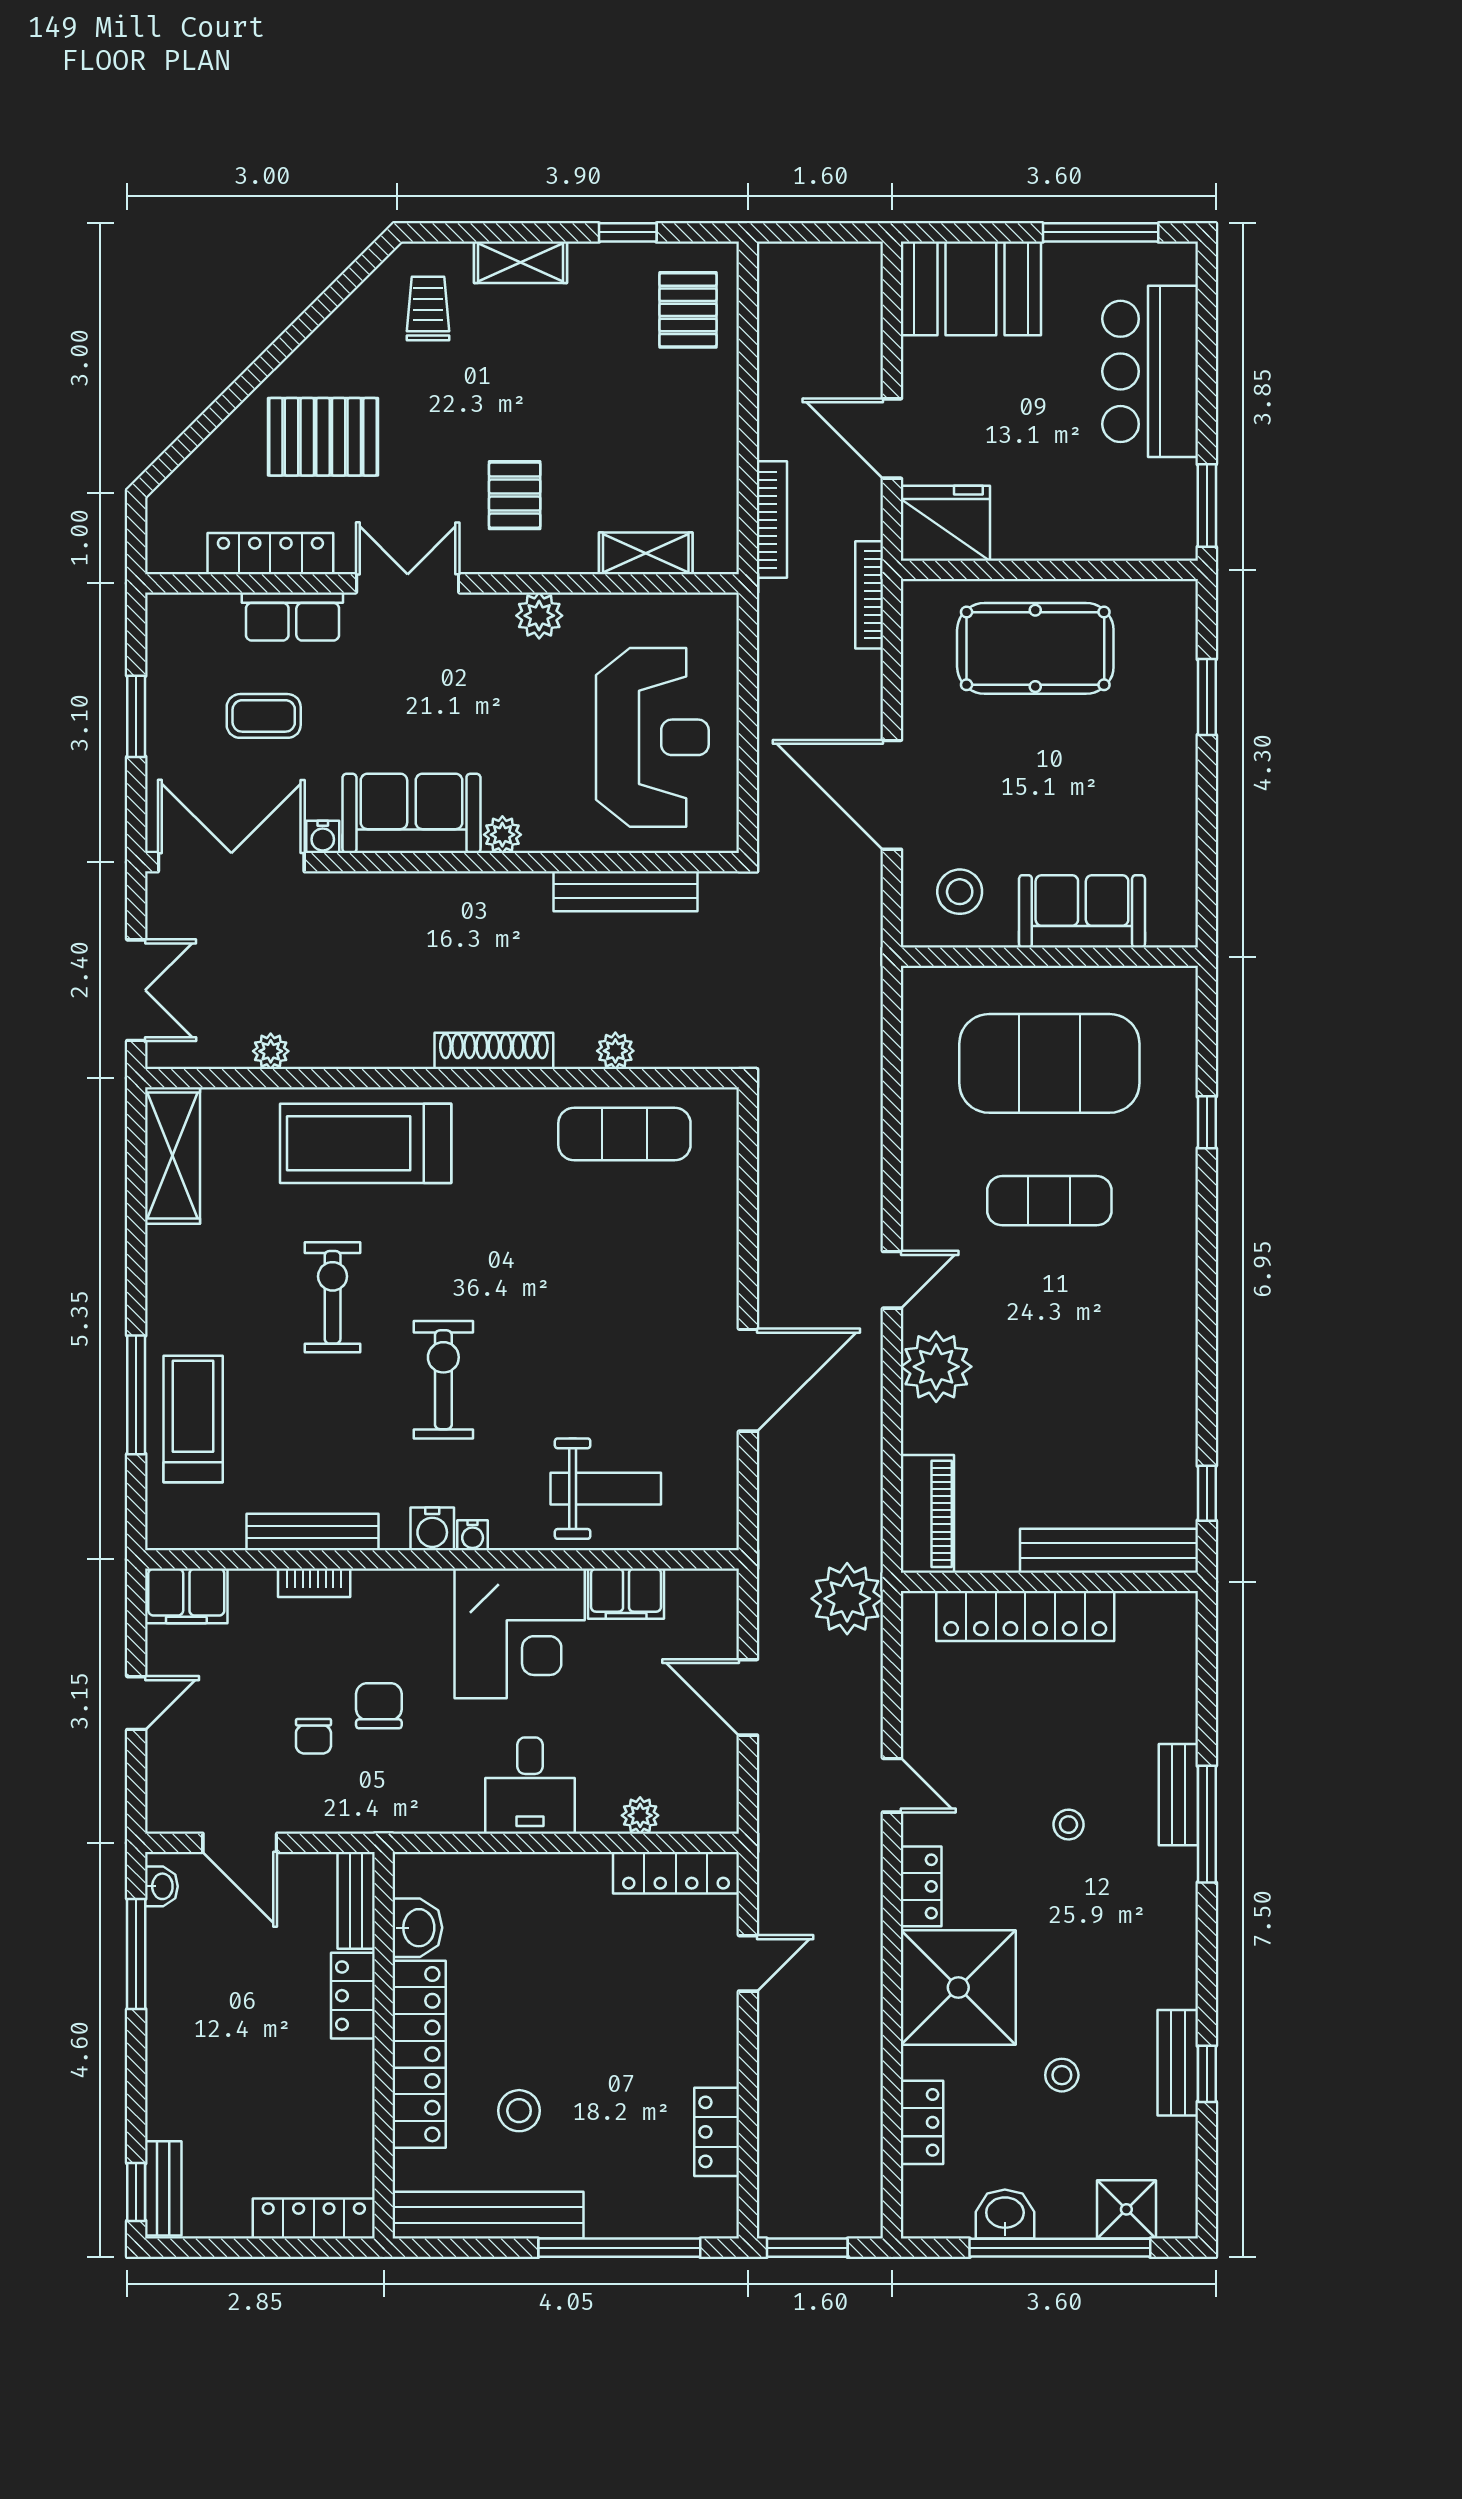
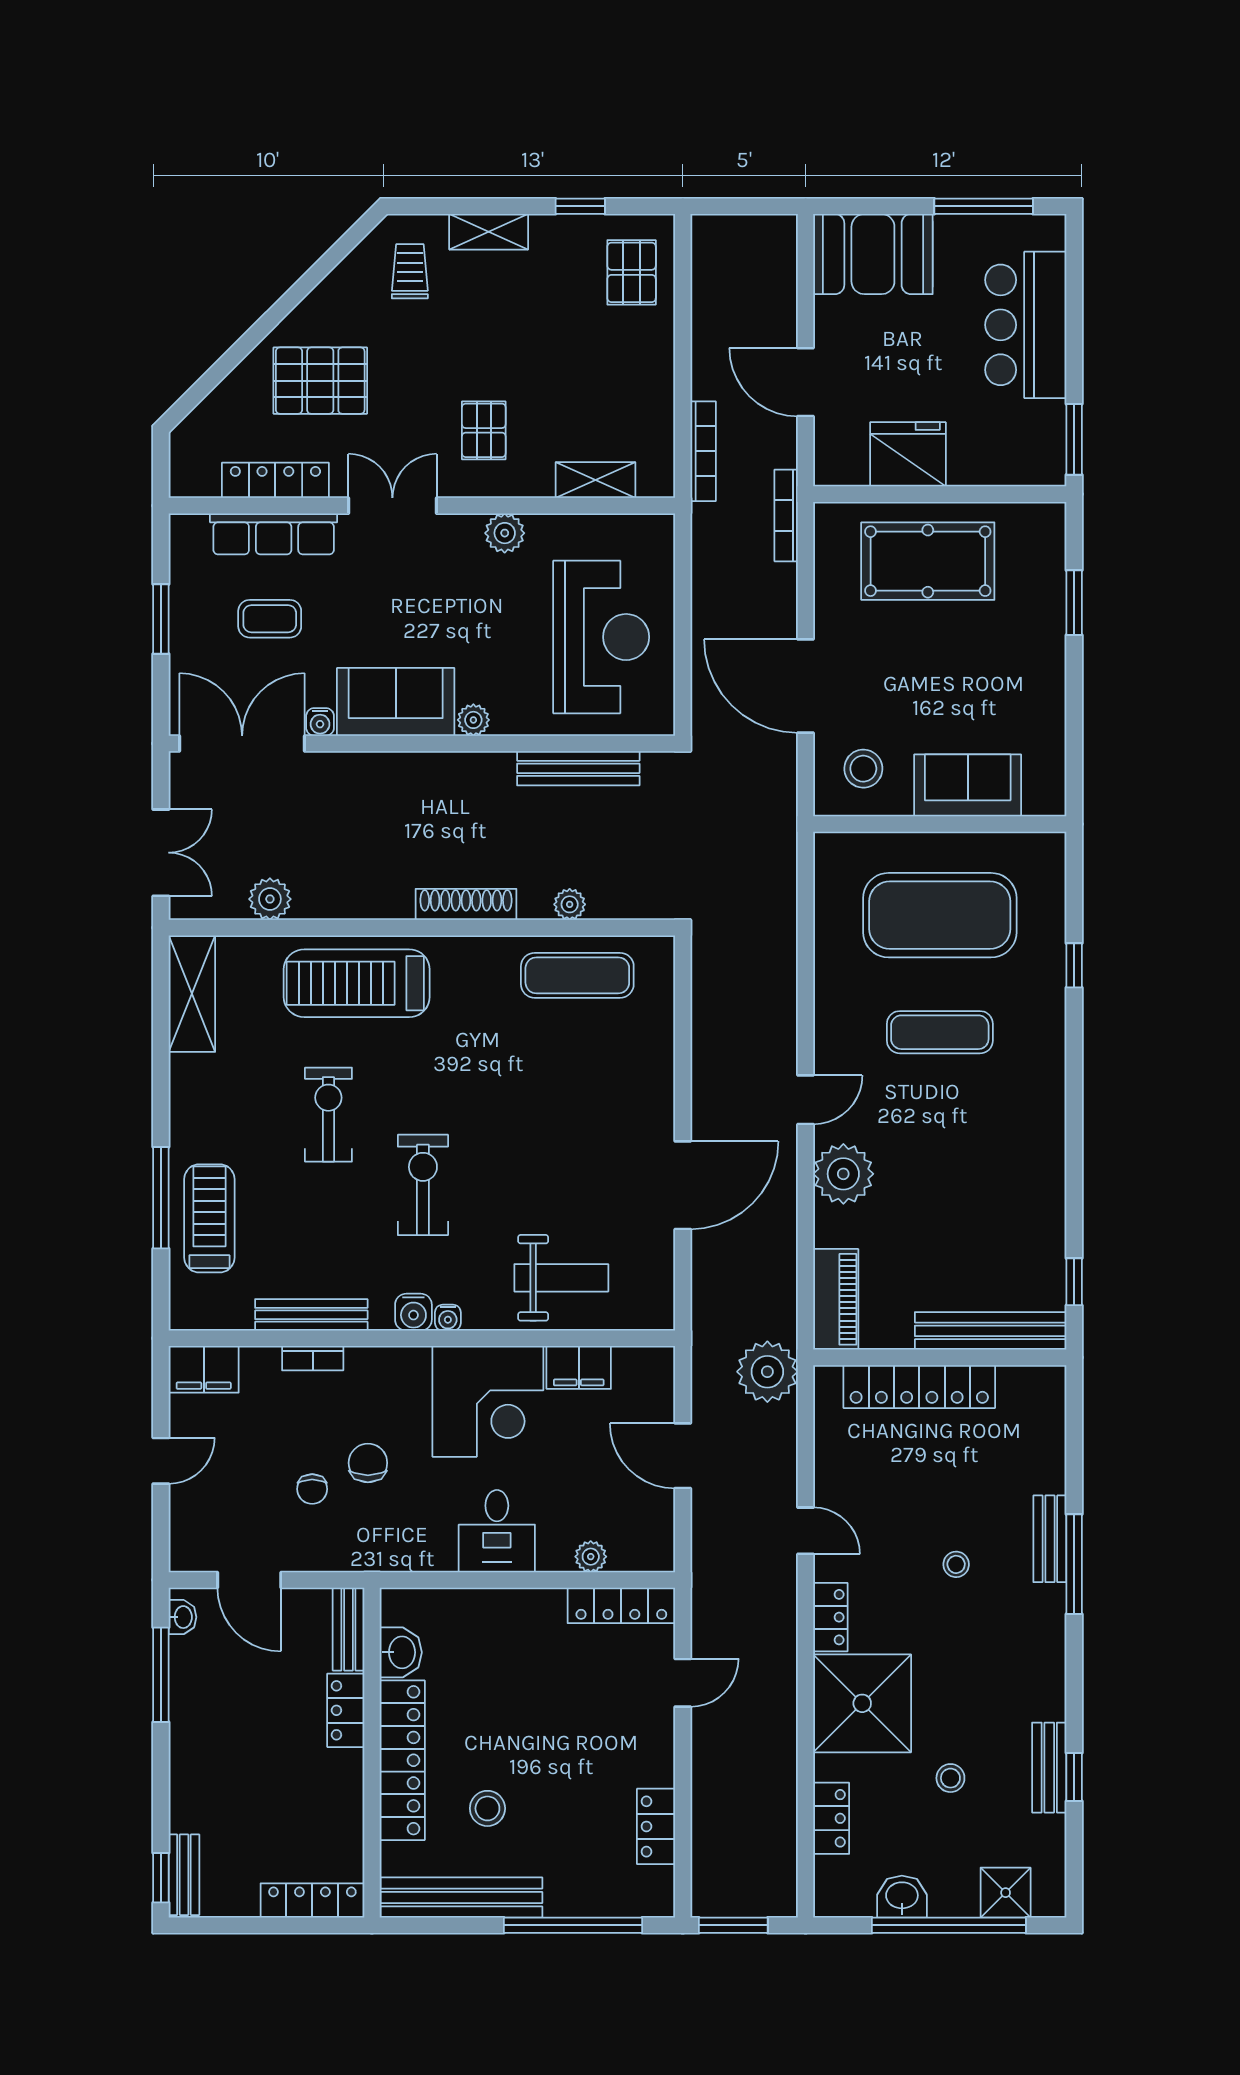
fridge: (945, 523) -> (908, 454), moved
row of seats: (292, 616) -> (274, 534), width x1.48
plant: (271, 1051) -> (270, 899), width x1.38, depth x1.38

